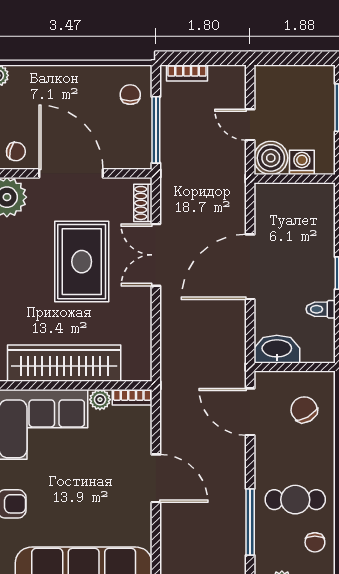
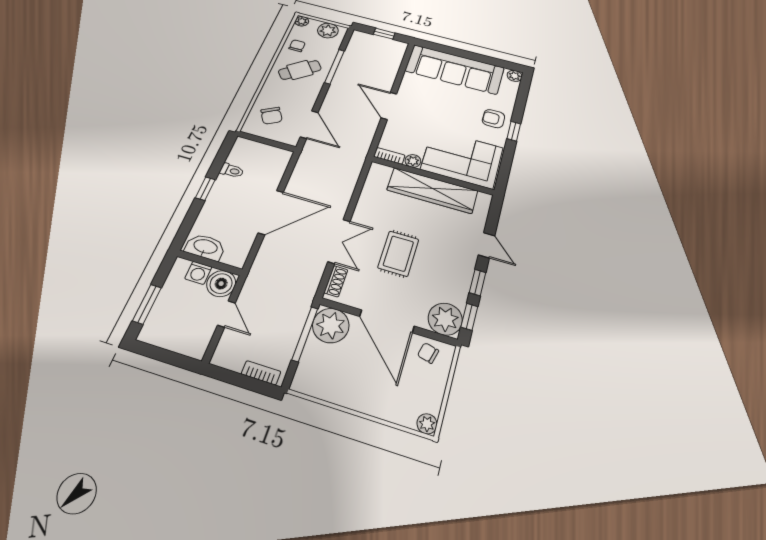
chair: (130, 95) -> (316, 370), removed
plant: (131, 149) -> (331, 325), added
rug: (82, 262) -> (398, 254), width x0.73, depth x0.70
washbasin: (277, 349) -> (205, 247), moved, turned 180
cafe table: (295, 500) -> (300, 70), turned -38

